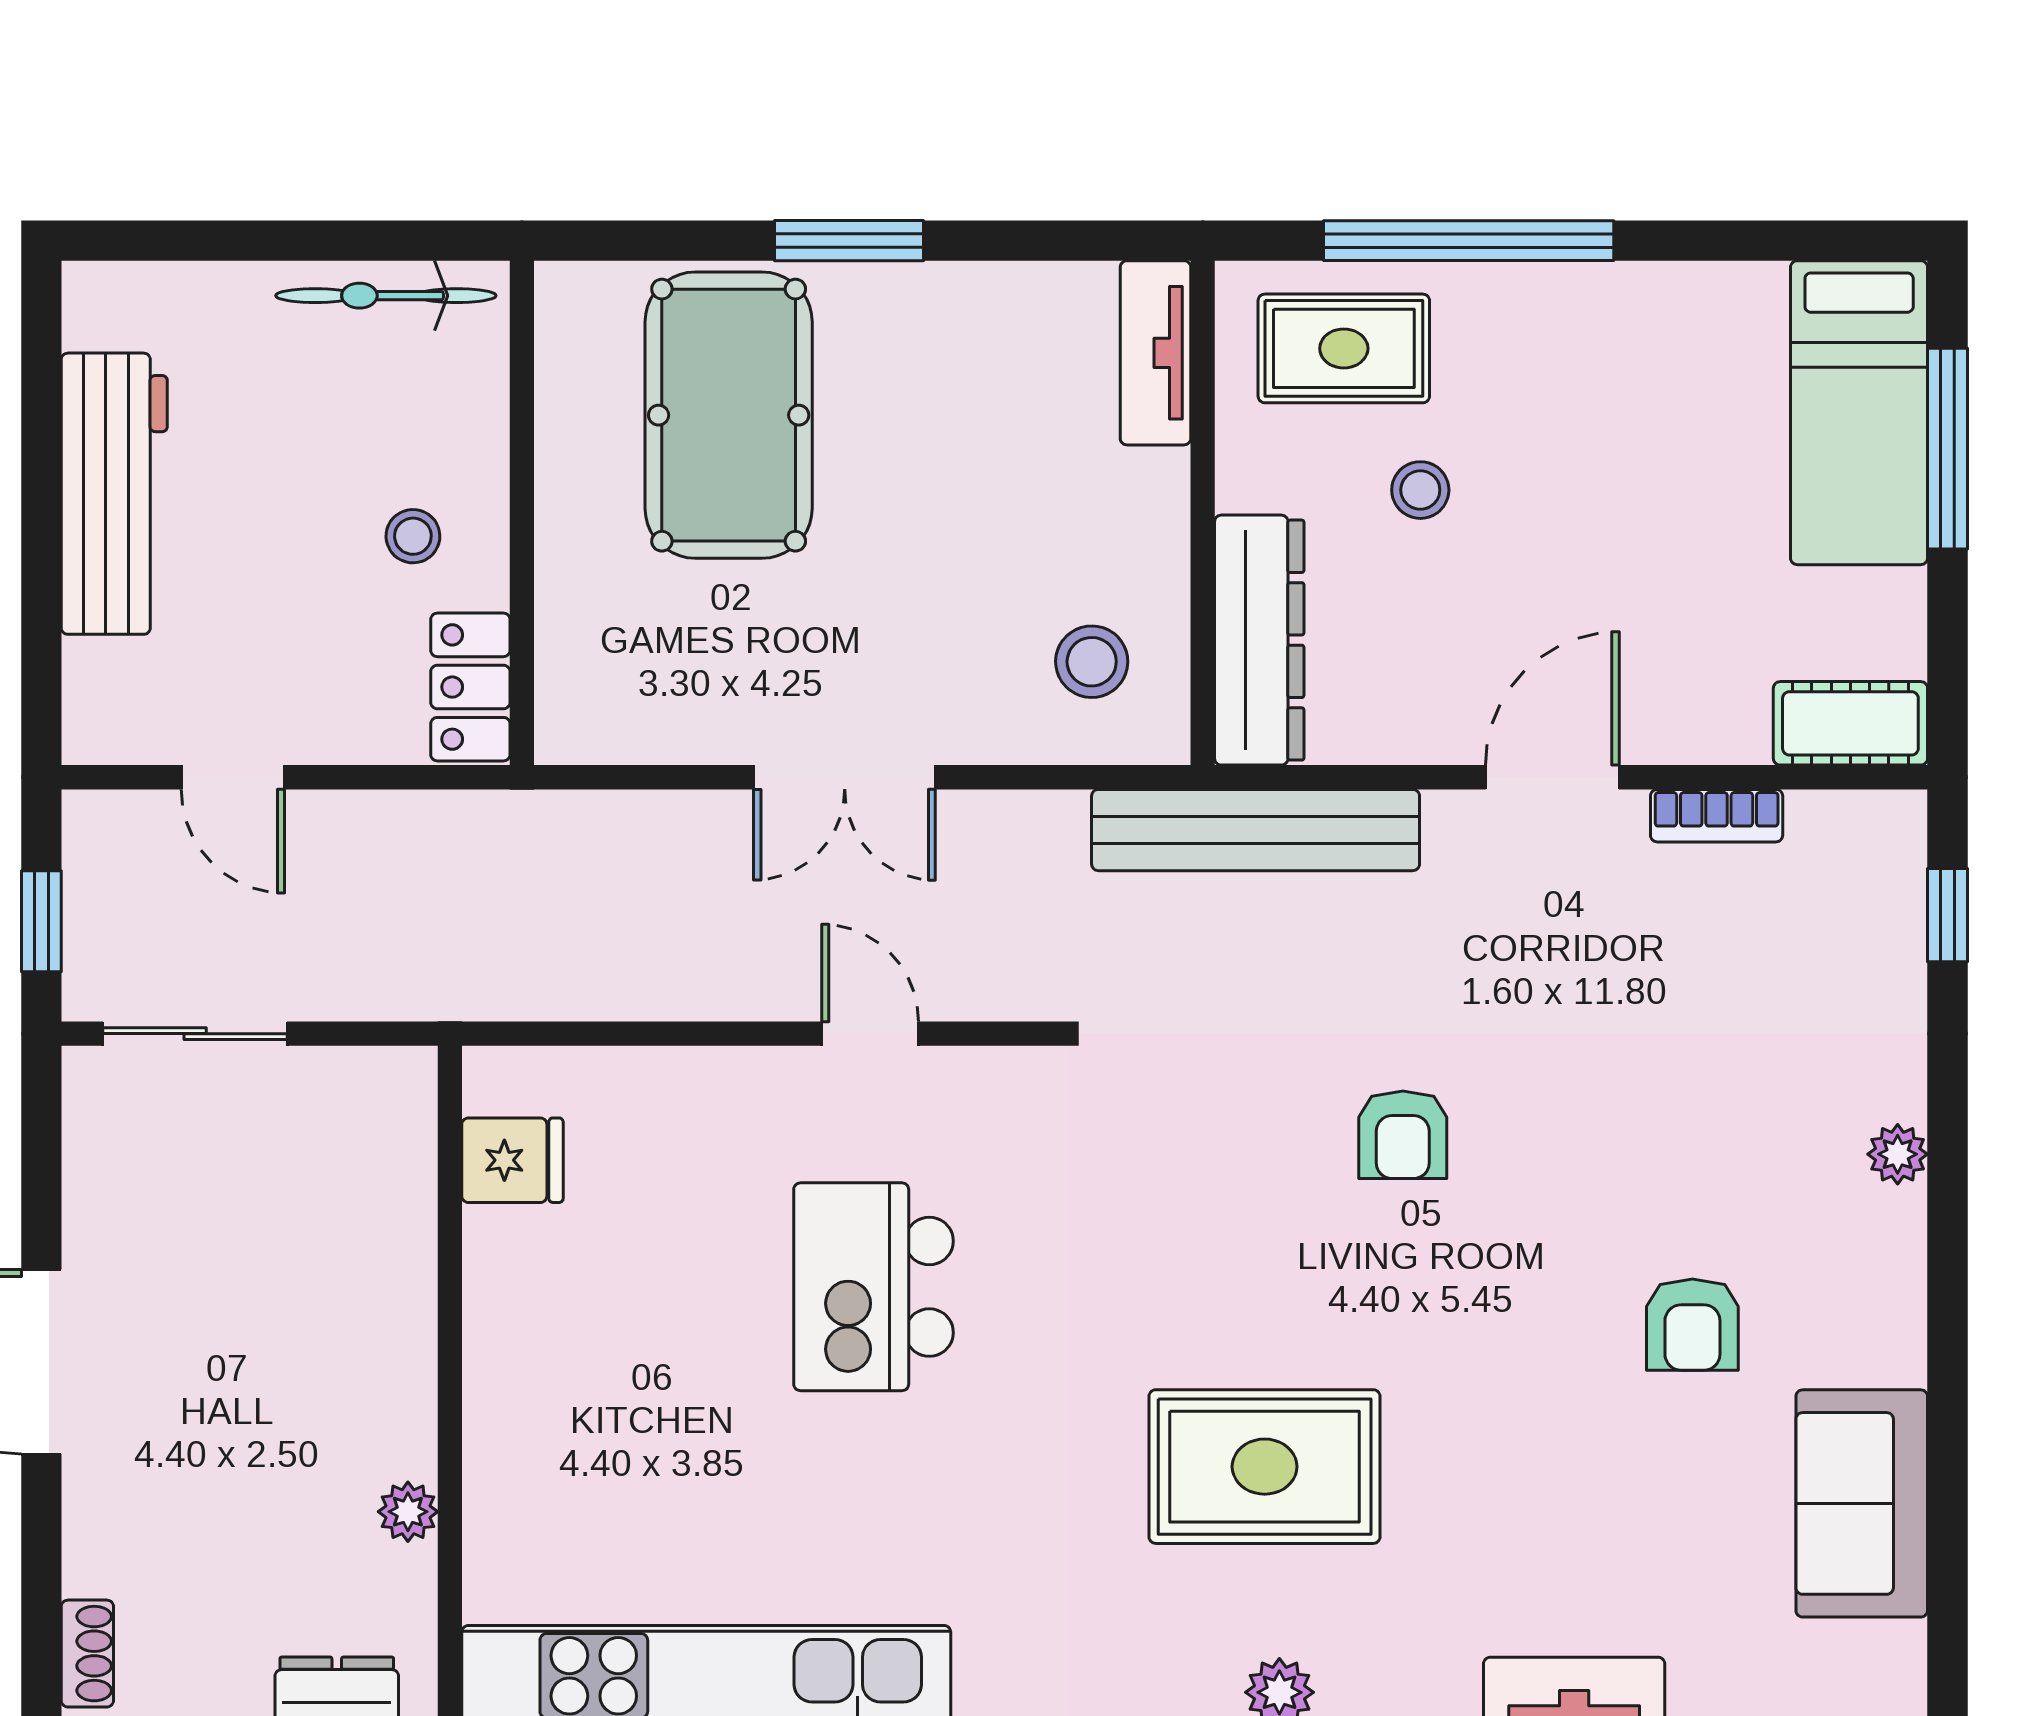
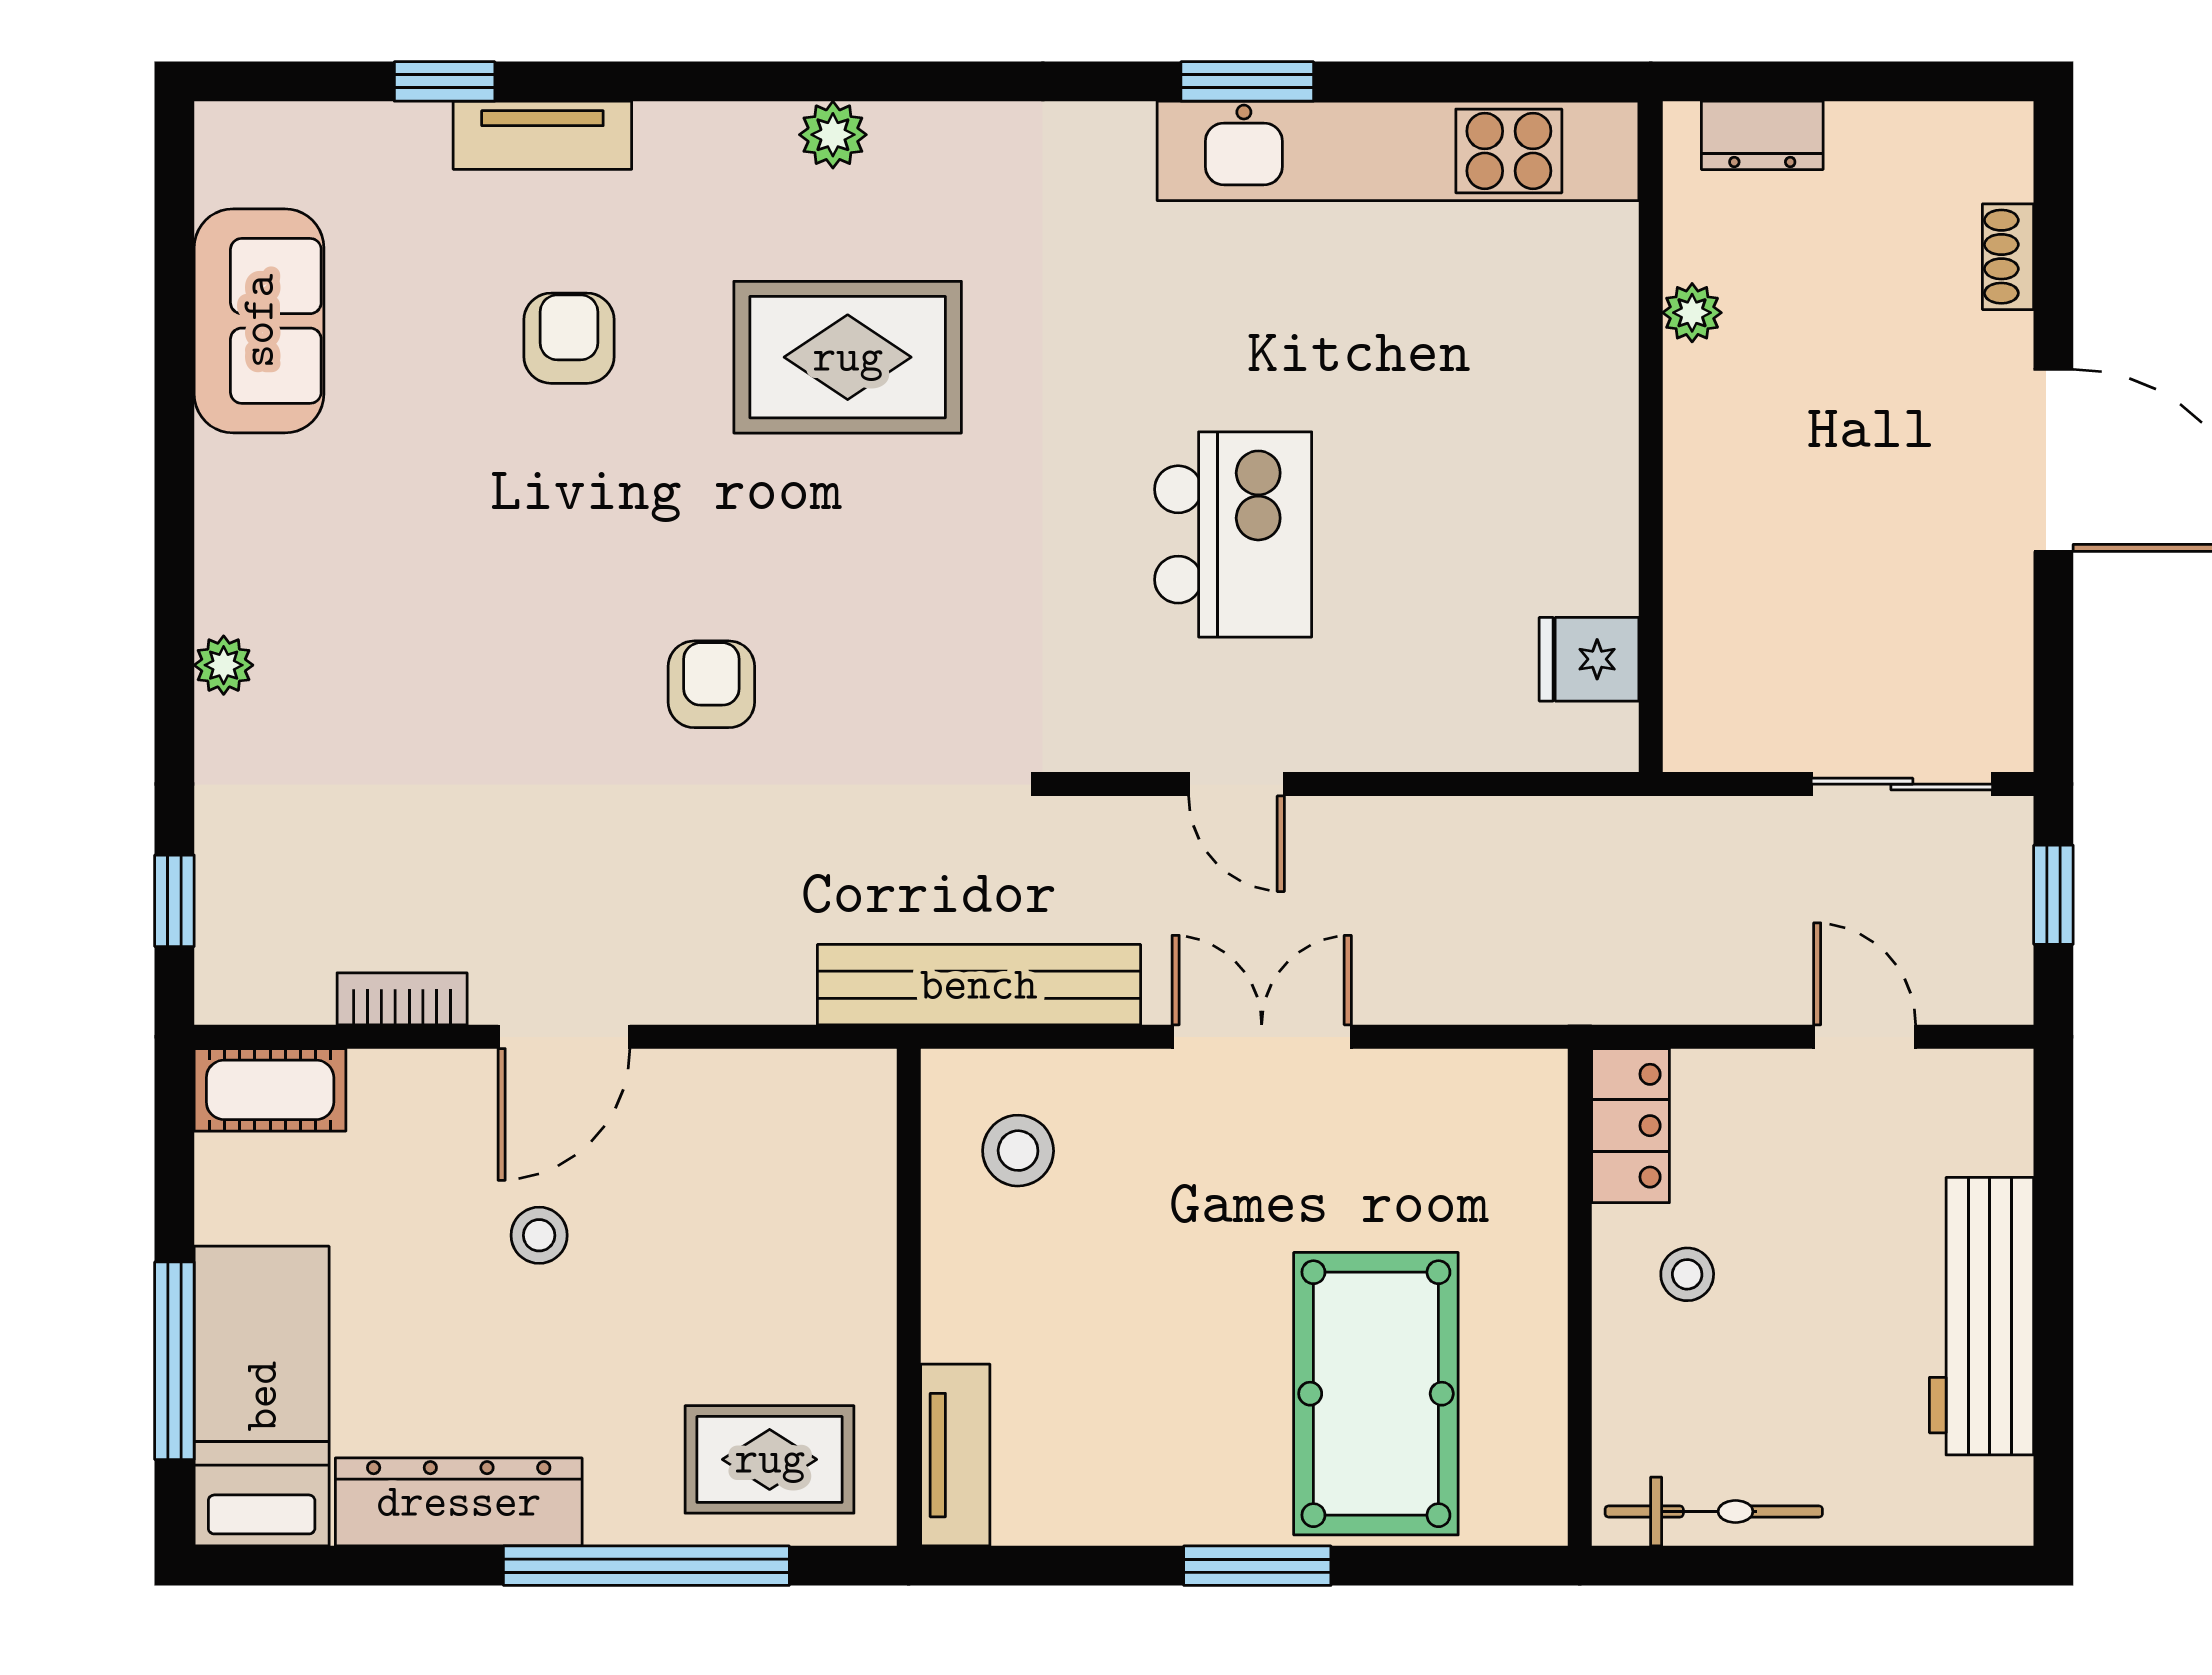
stool: (1420, 490) -> (539, 1235), moved
dresser: (1259, 640) -> (459, 1502), moved, turned 90
bench: (1256, 830) -> (979, 985), moved
armchair: (1692, 1325) -> (569, 338), moved
shoe rack: (87, 1654) -> (2008, 257), moved

